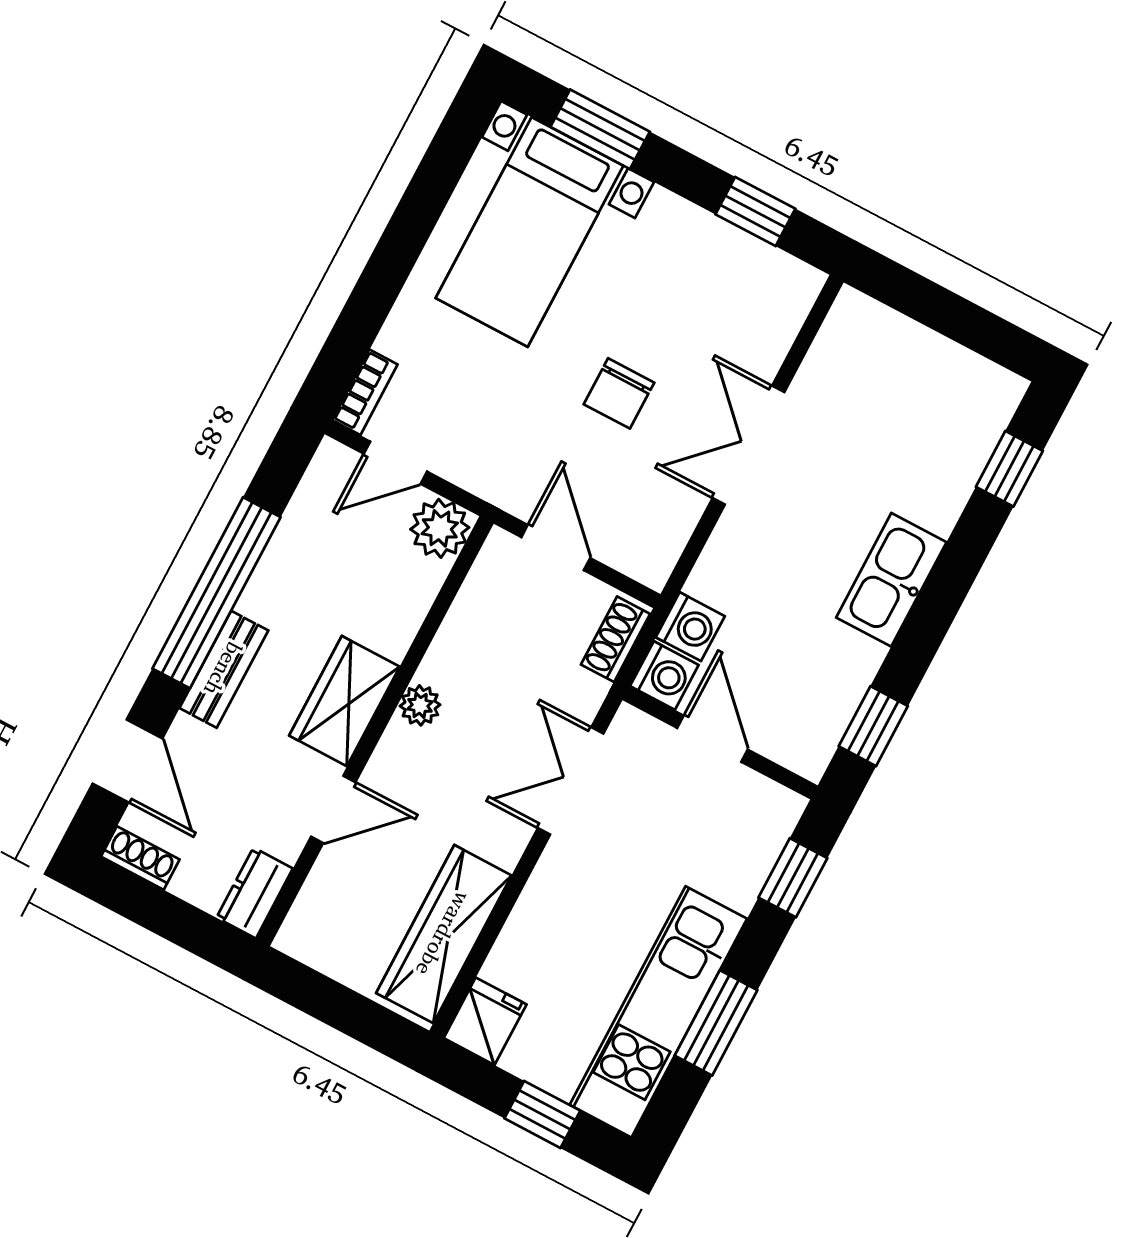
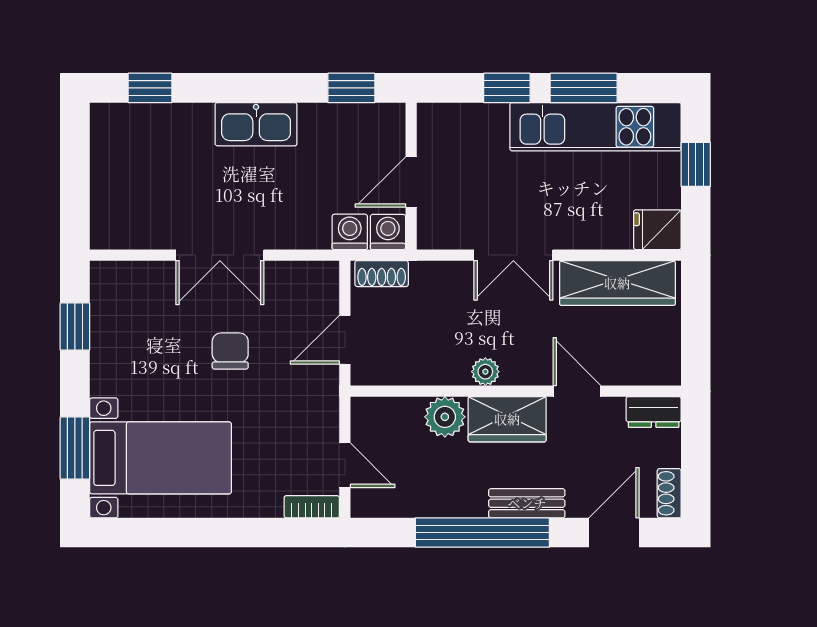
chair: (619, 393) -> (230, 351), turned -90
plant: (440, 528) -> (445, 417), moved
double door: (571, 781) -> (513, 255), moved
window: (793, 878) -> (507, 88), moved

